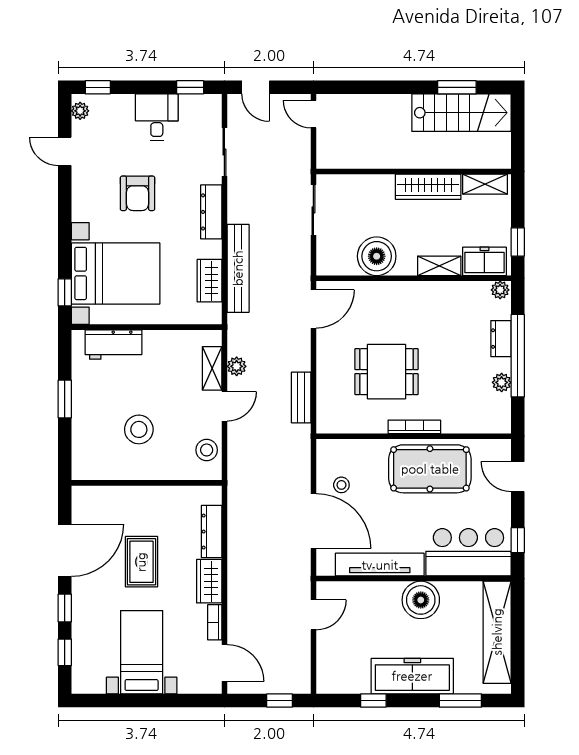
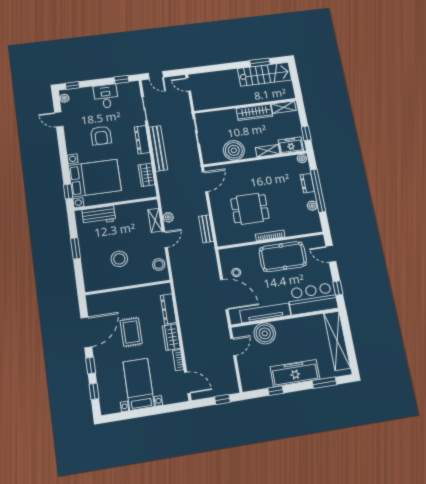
bench: (238, 268) -> (158, 148), moved
boiler: (421, 600) -> (265, 333), moved

